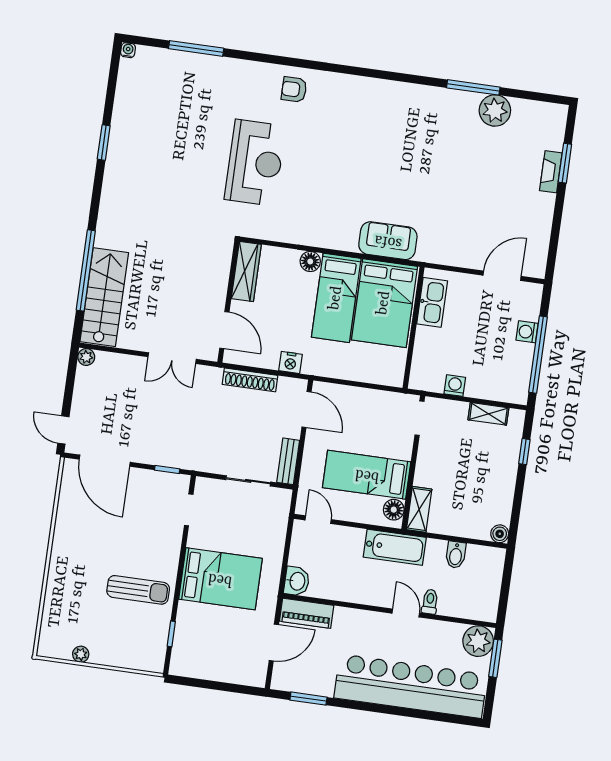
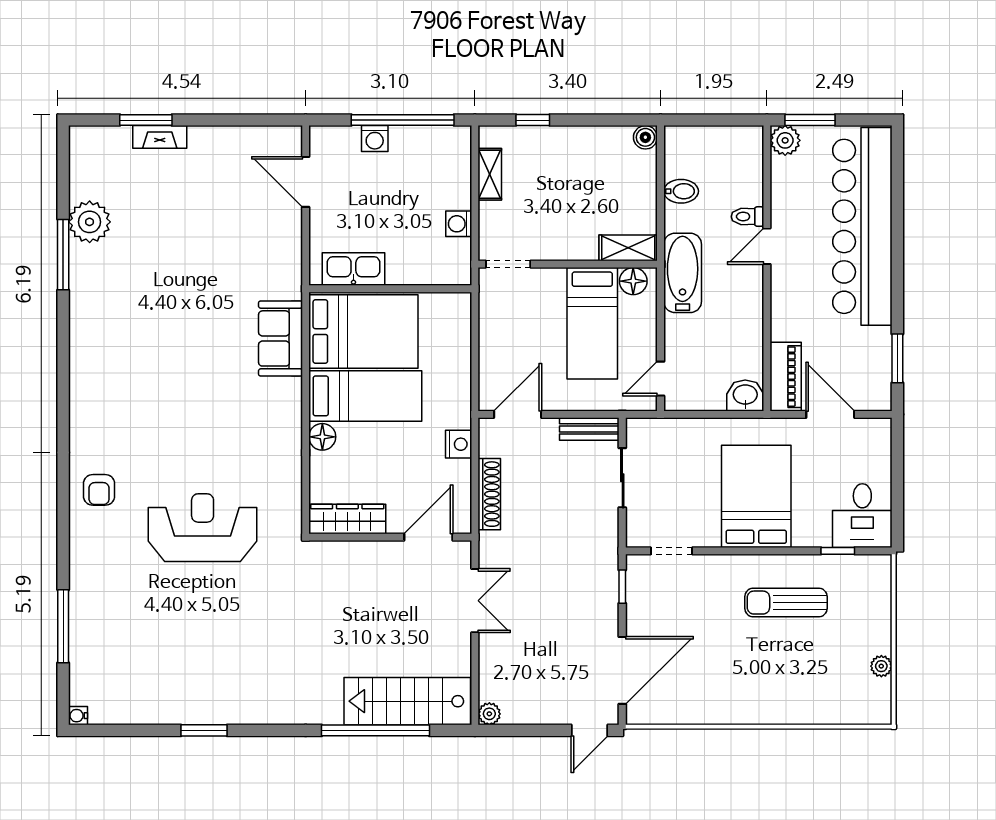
sun lounger: (138, 590) -> (786, 603), turned -90
plant: (478, 641) -> (785, 140), width x0.73, depth x0.73
desk: (195, 656) -> (862, 516), added

